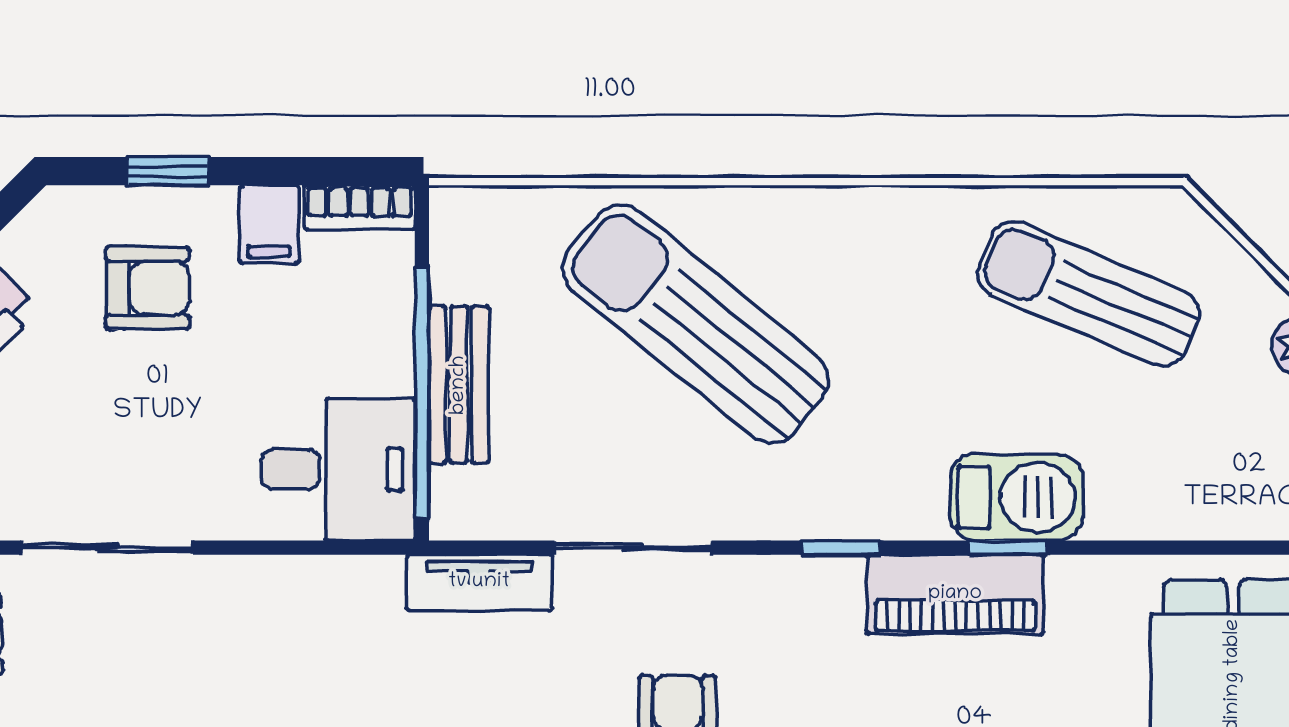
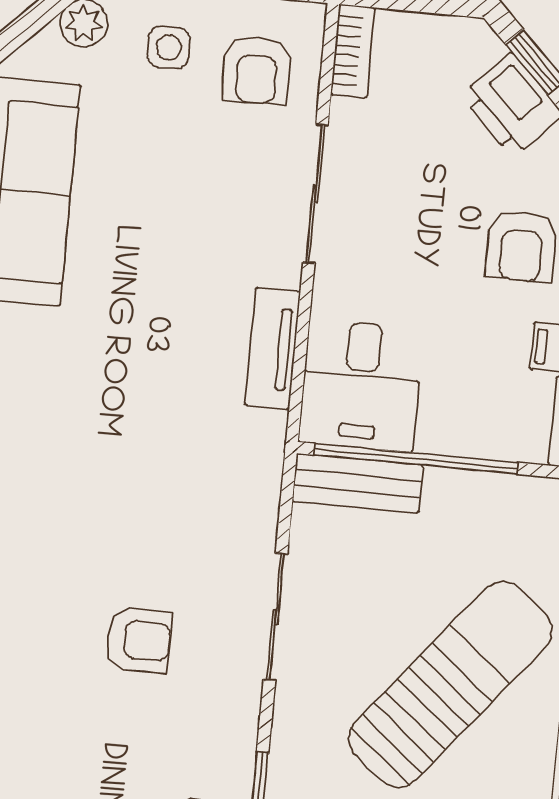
bench: (459, 385) -> (358, 483), moved
tv unit: (479, 582) -> (273, 348), moved

